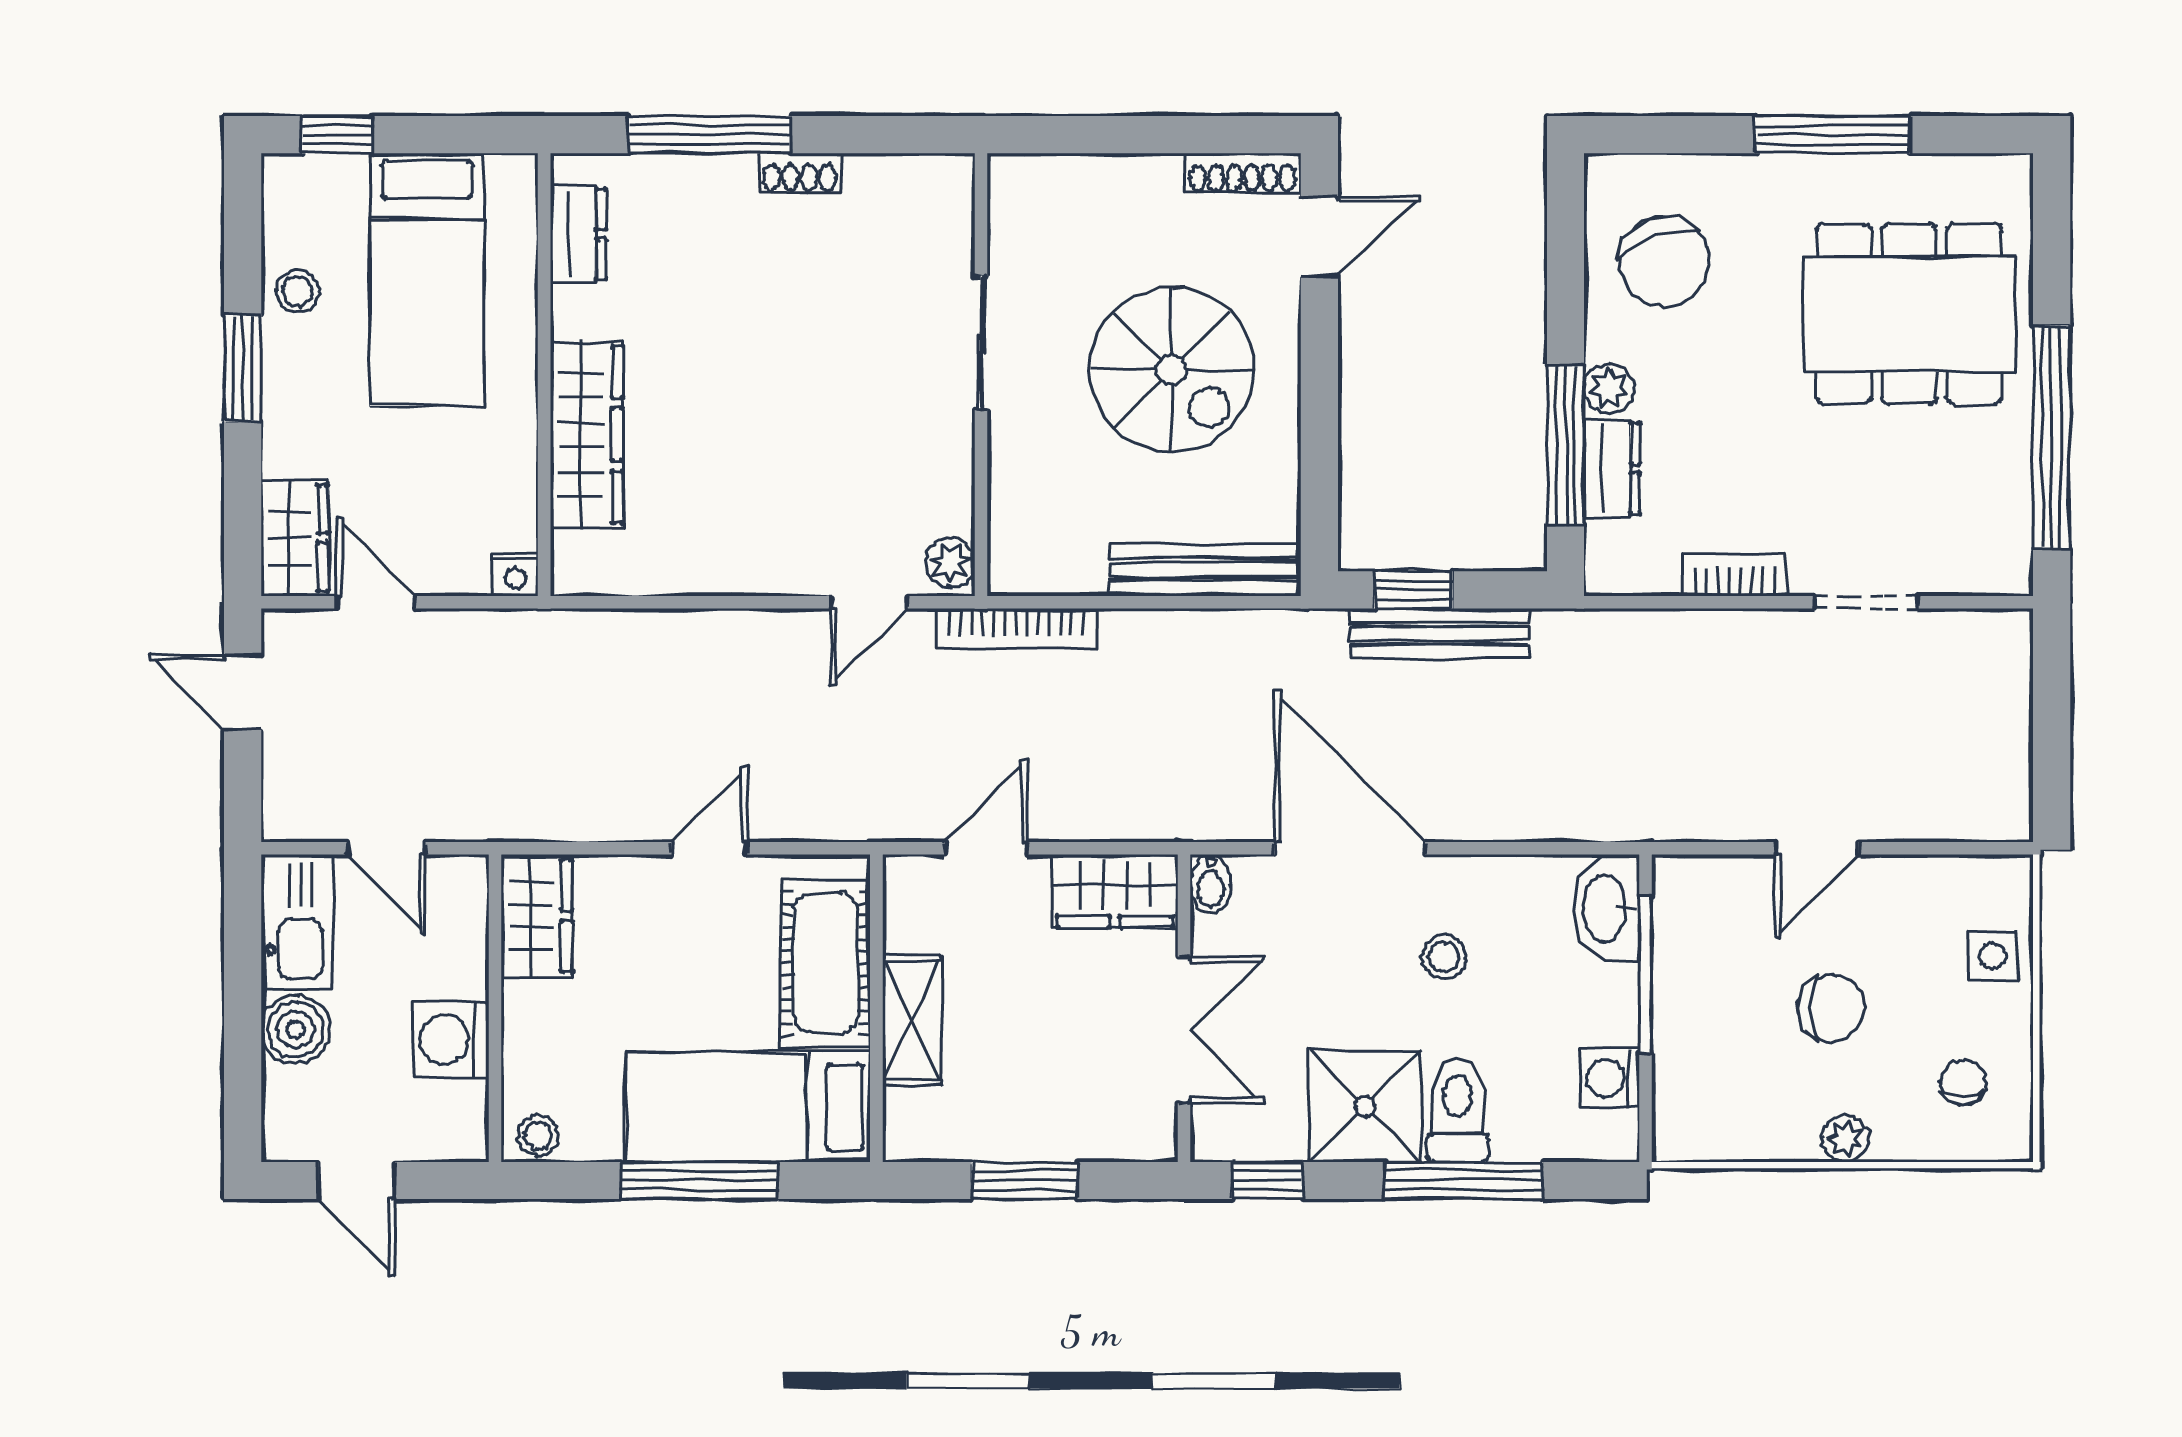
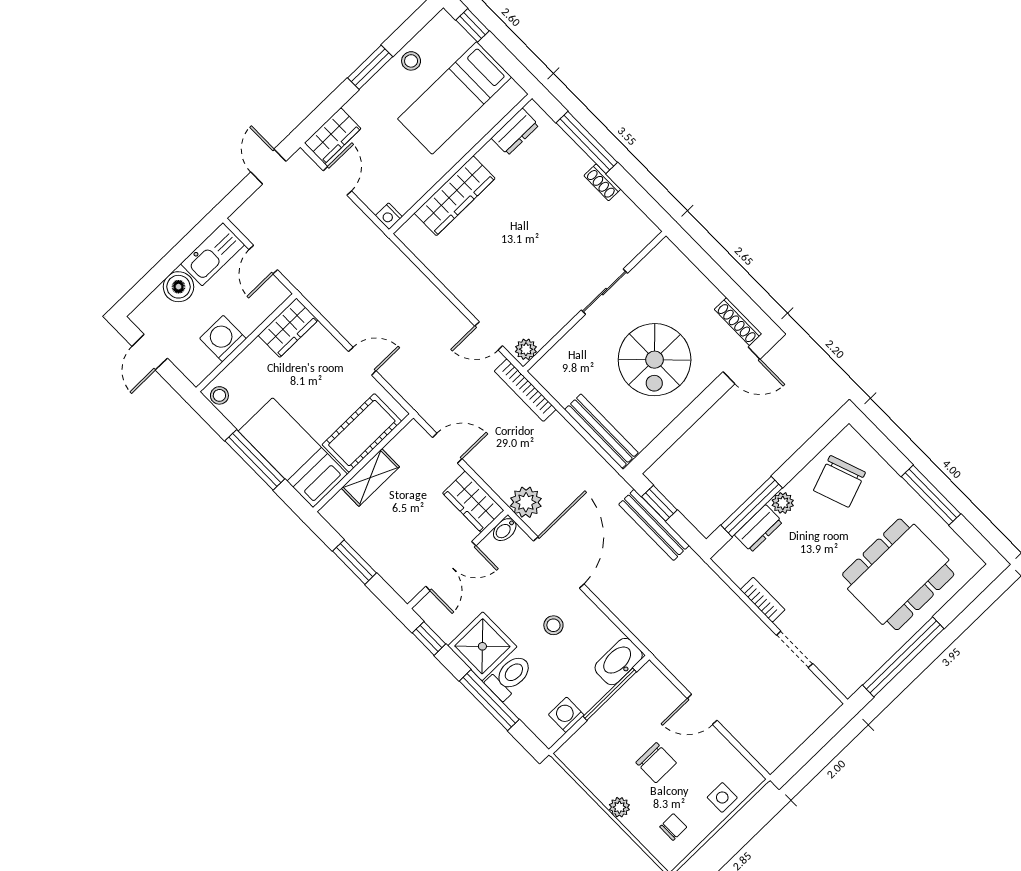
dining table: (1909, 314) -> (898, 574), turned 90
plant: (1199, 806) -> (526, 502), added

